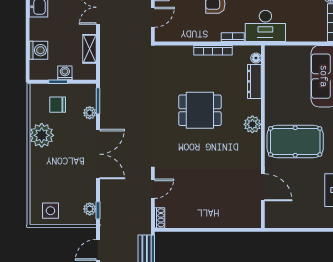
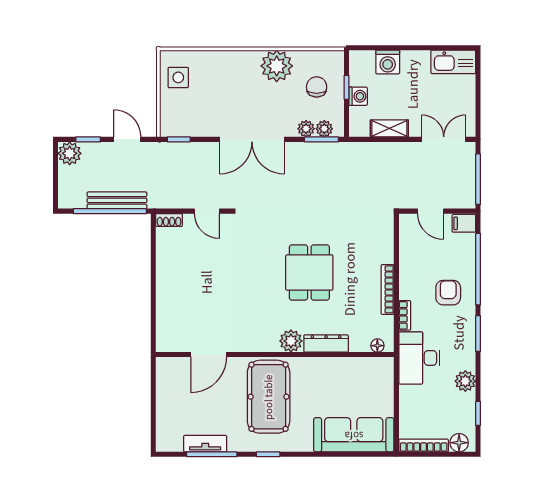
dresser: (254, 81) -> (326, 343), moved
plant: (90, 209) -> (324, 129), moved

